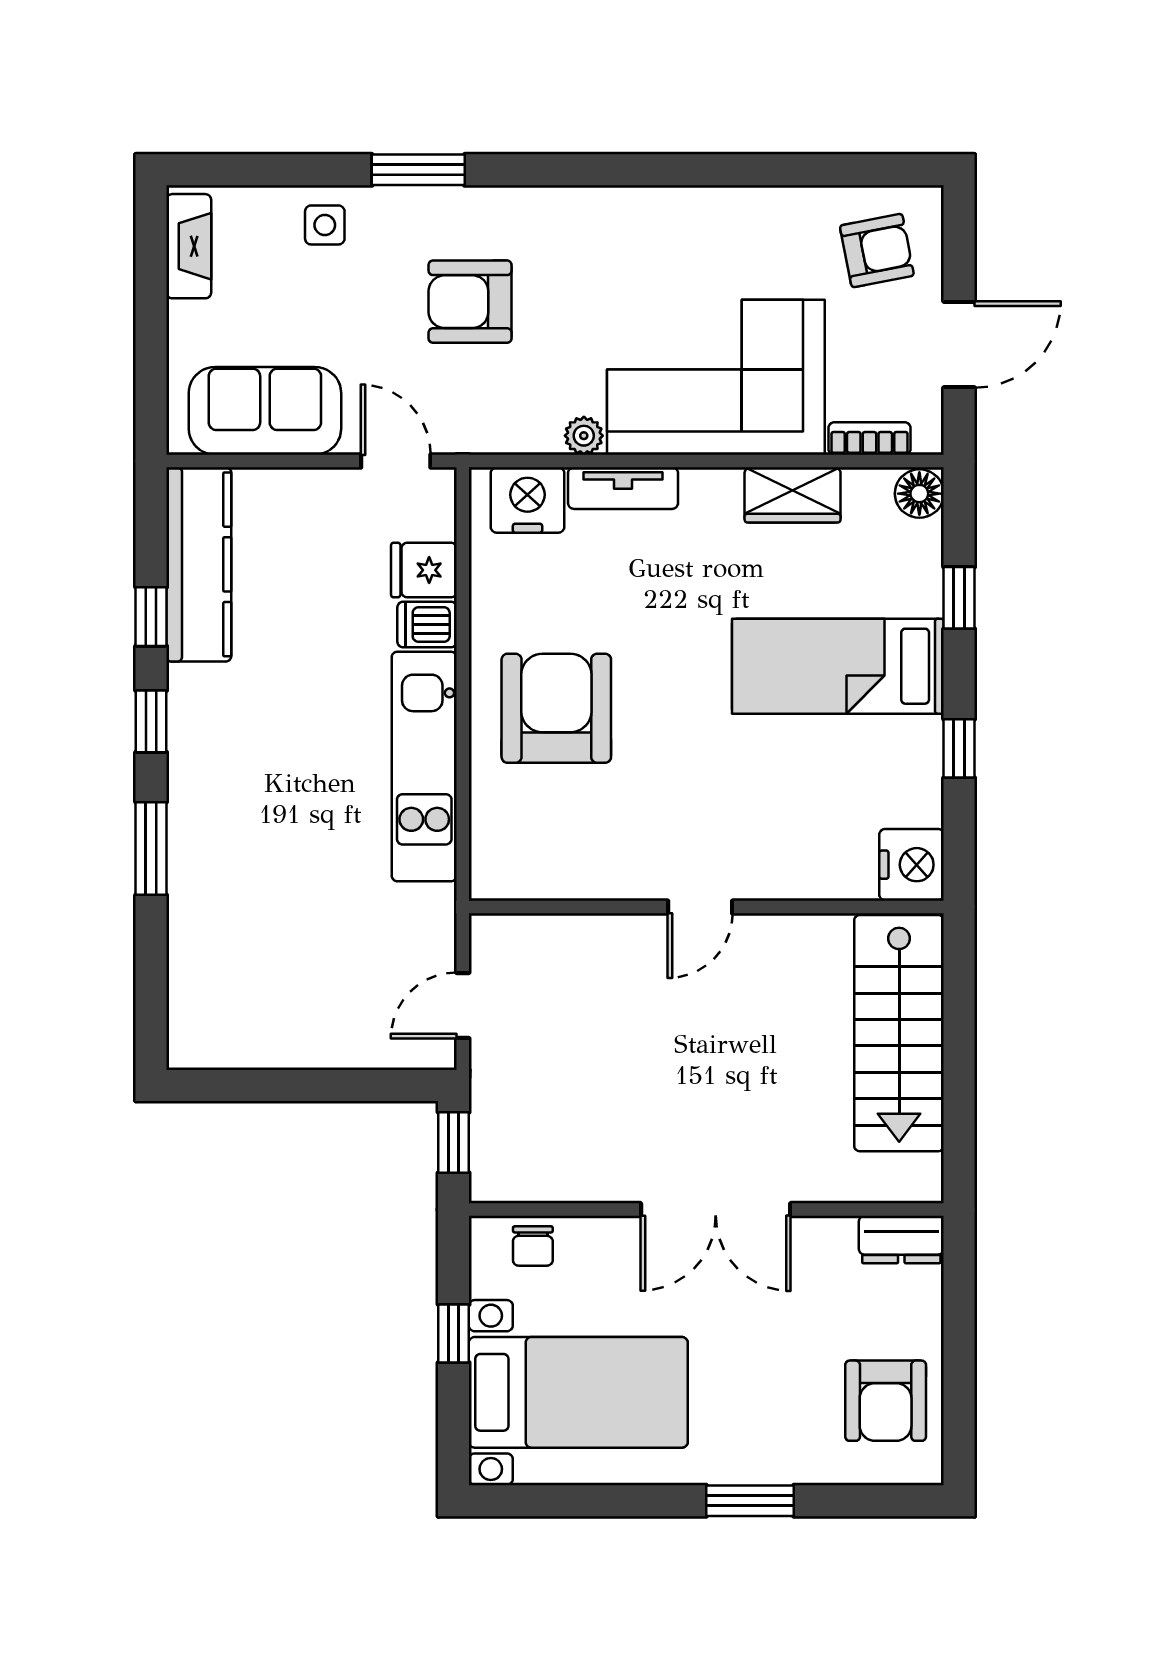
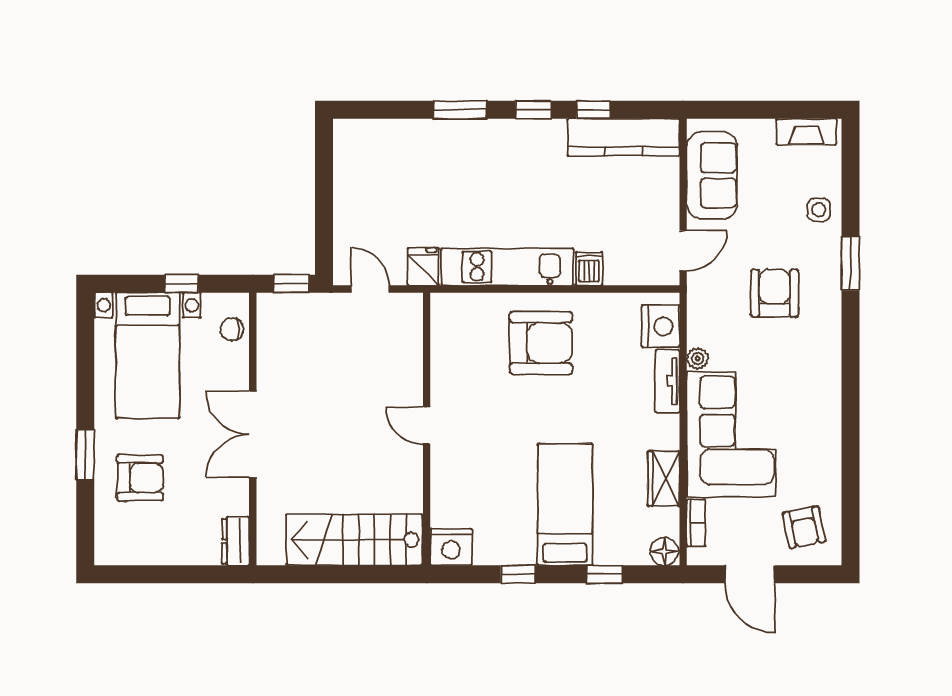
fridge: (424, 570) -> (423, 267), moved
armchair: (886, 1401) -> (140, 478), moved, turned 180

